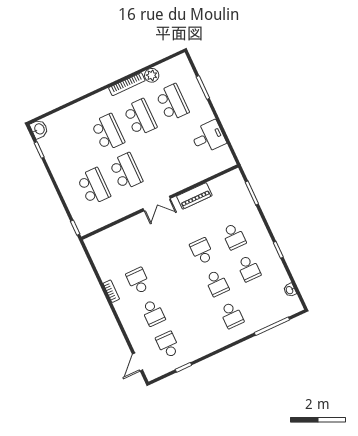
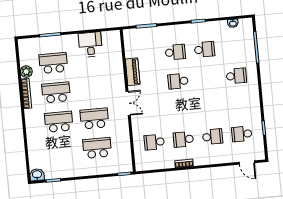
school desk: (217, 283) -> (154, 142), moved, turned 180

